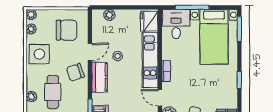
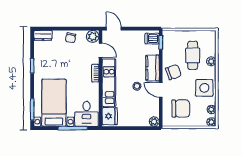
plant: (109, 15) -> (154, 122), moved
chair: (67, 30) -> (181, 109), turned 180
door: (90, 52) -> (161, 90), hinge flipped
plant: (31, 97) -> (211, 61), moved

